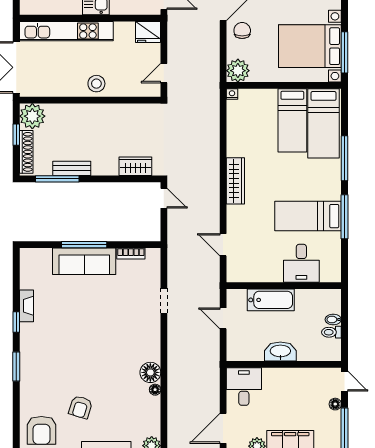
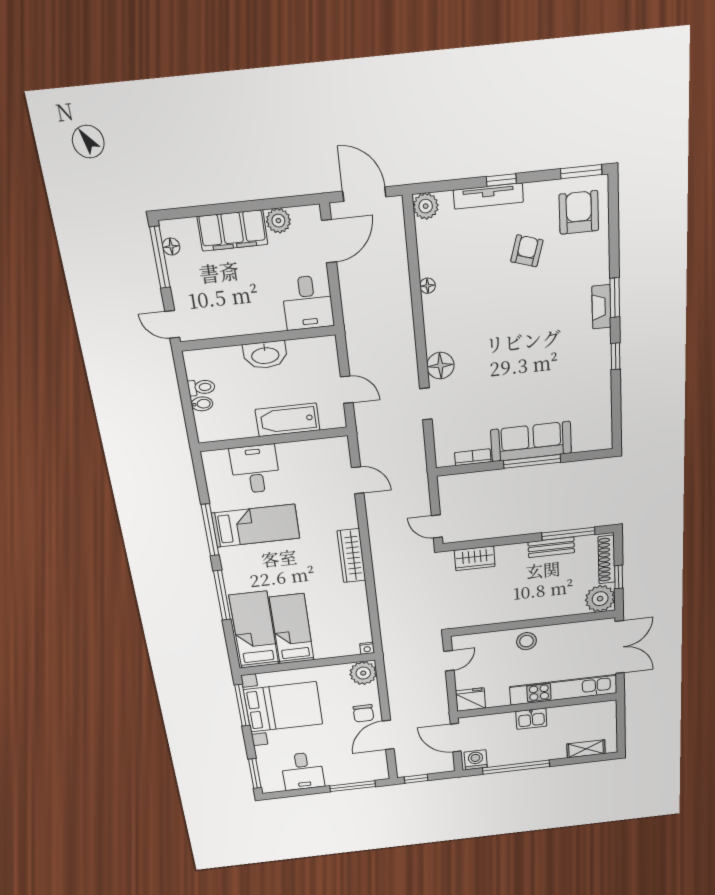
fireplace: (26, 306) -> (601, 307), moved
floor lamp: (150, 372) -> (440, 366), moved
floor lamp: (335, 404) -> (171, 246), moved

